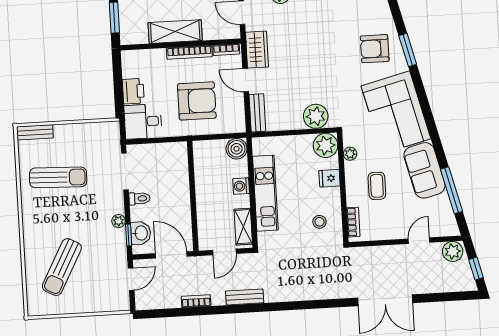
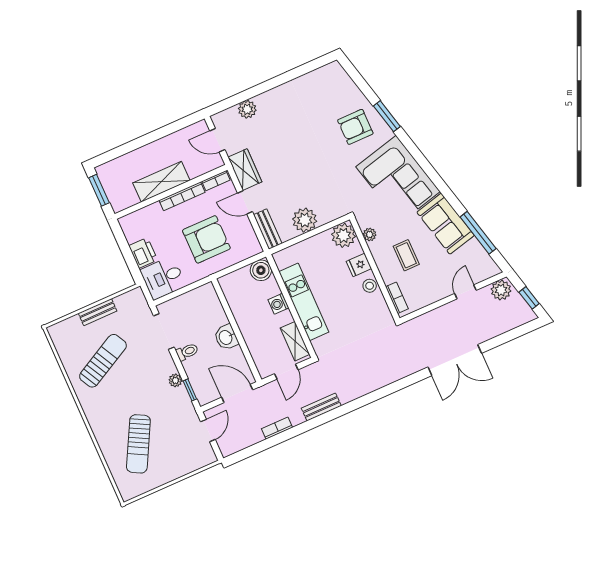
plant: (316, 116) -> (305, 220), moved
bench: (35, 132) -> (98, 312), moved
sun lounger: (58, 177) -> (103, 361), turned -30
stool: (319, 222) -> (370, 286), moved
washbasin: (141, 233) -> (226, 337), moved, turned 180

